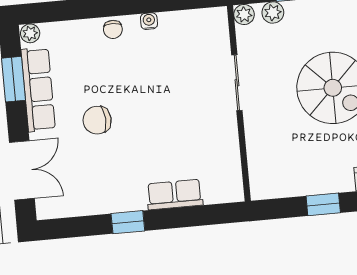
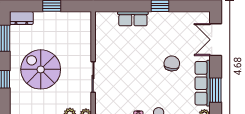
chair: (97, 120) -> (172, 63), turned -80

